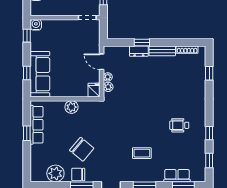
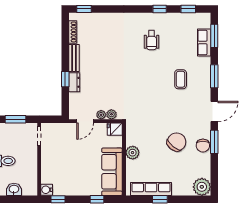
window: (209, 73) -> (84, 9), moved
sofa: (40, 74) -> (112, 172), moved, turned -90
plant: (55, 173) -> (202, 187), moved

